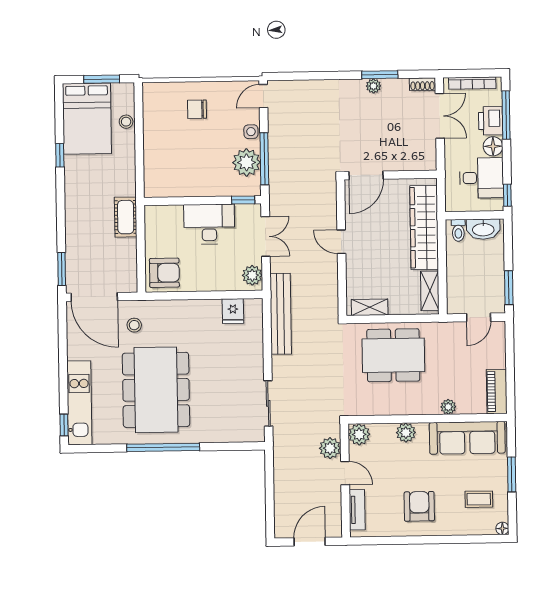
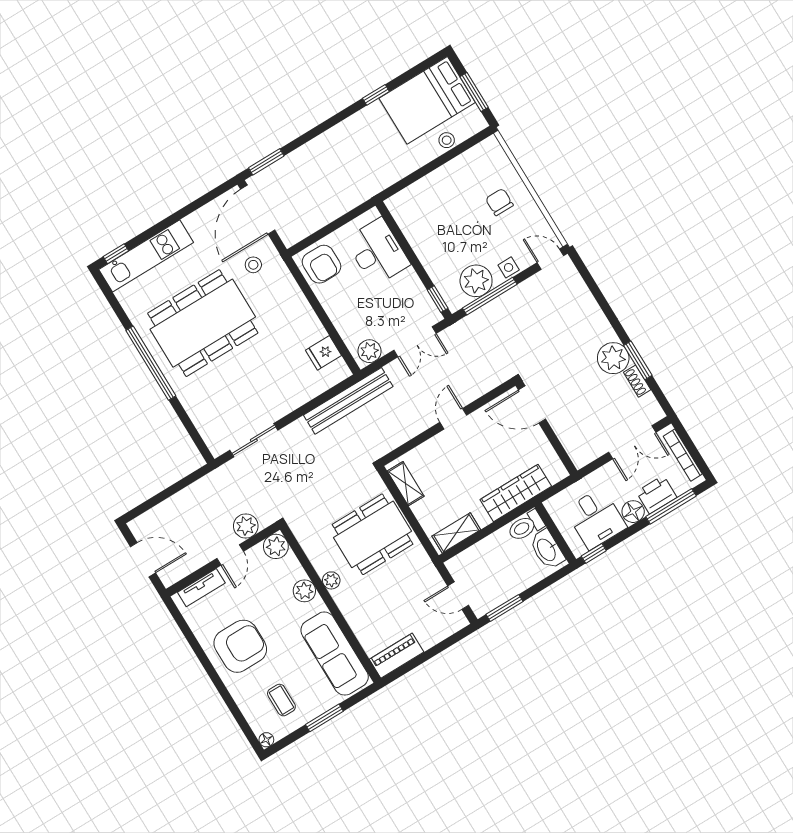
shoe rack: (422, 84) -> (637, 381), moved
plant: (373, 86) -> (613, 358), width x1.88, depth x1.88
cot: (126, 217) -> (354, 194), removed
desk: (209, 224) -> (378, 252), moved
wardrobe: (424, 227) -> (516, 493), width x0.71, depth x0.85
toilet: (458, 230) -> (526, 526), width x1.37, depth x1.39
dining table: (393, 355) -> (373, 534), turned 90
plant: (448, 407) -> (331, 580), moved
armchair: (419, 506) -> (240, 646), width x1.36, depth x1.36

